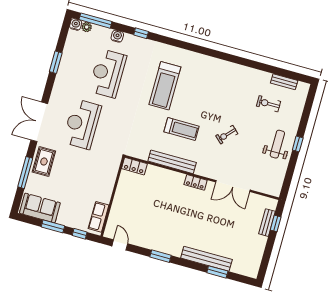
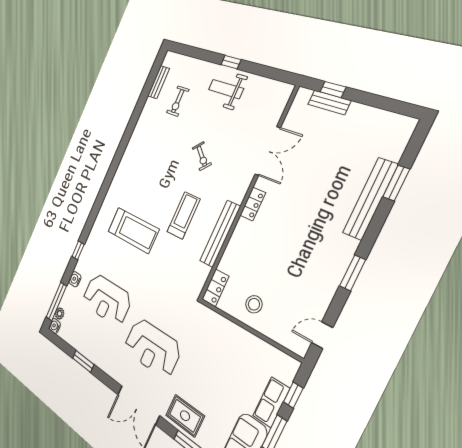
stool: (129, 197) -> (254, 304), added
row of seats: (99, 217) -> (271, 402), moved, turned 90

